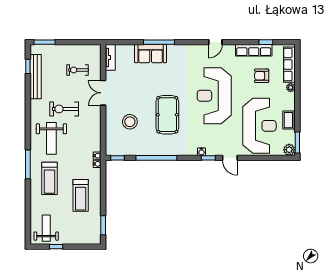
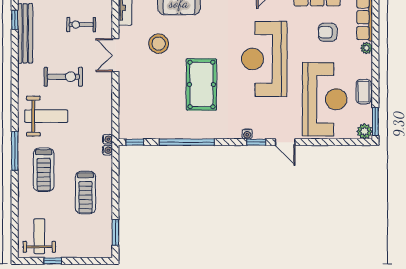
exercise bike: (64, 109) -> (63, 77), turned 180
stool: (130, 122) -> (159, 44), moved
weight bench: (51, 138) -> (46, 116), turned -90

